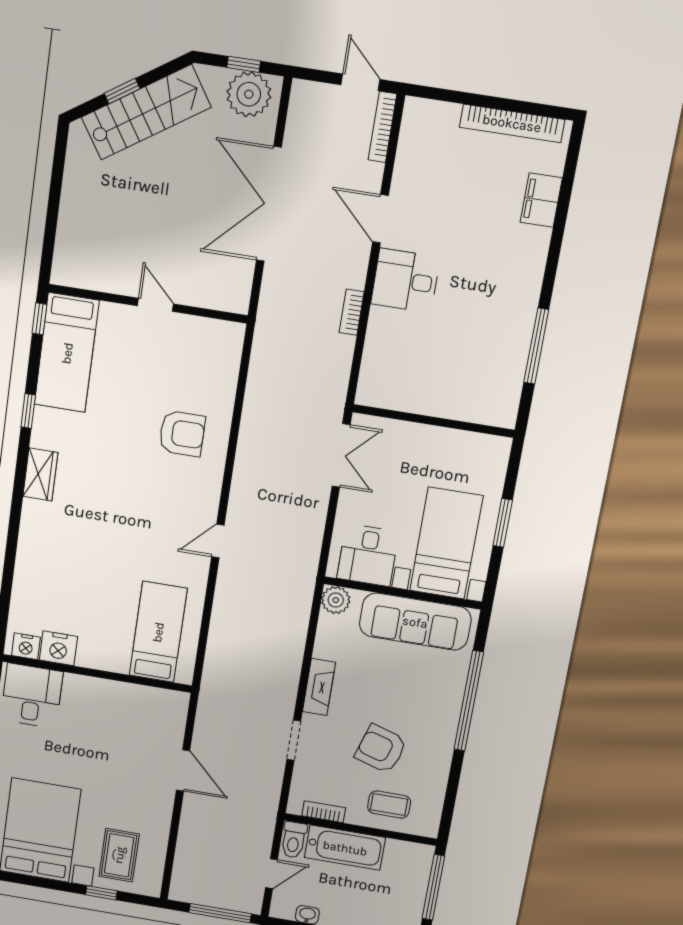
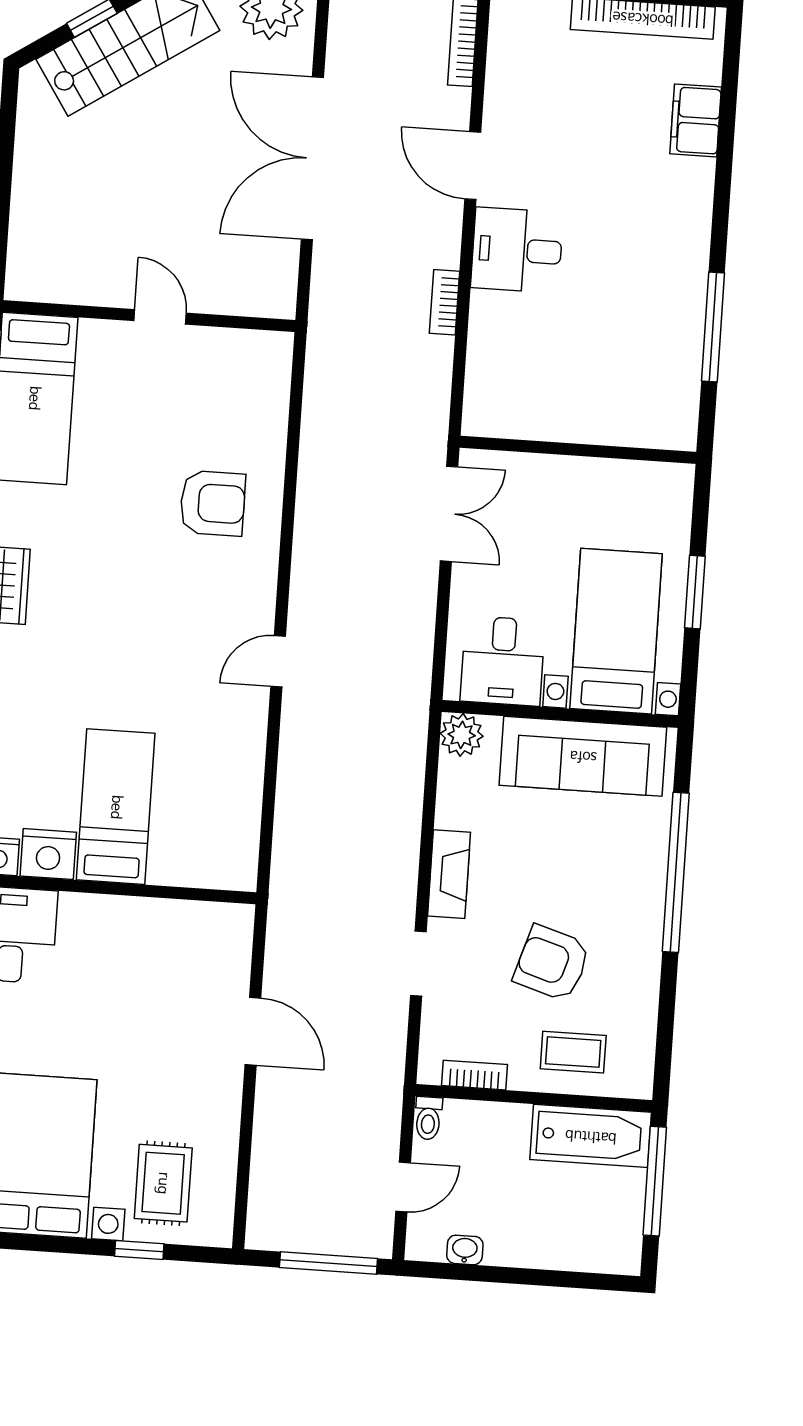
bed: (158, 632) -> (116, 807), moved
toilet: (294, 840) -> (428, 1118), width x0.73, depth x0.72
bathtub: (345, 848) -> (591, 1136), moved

